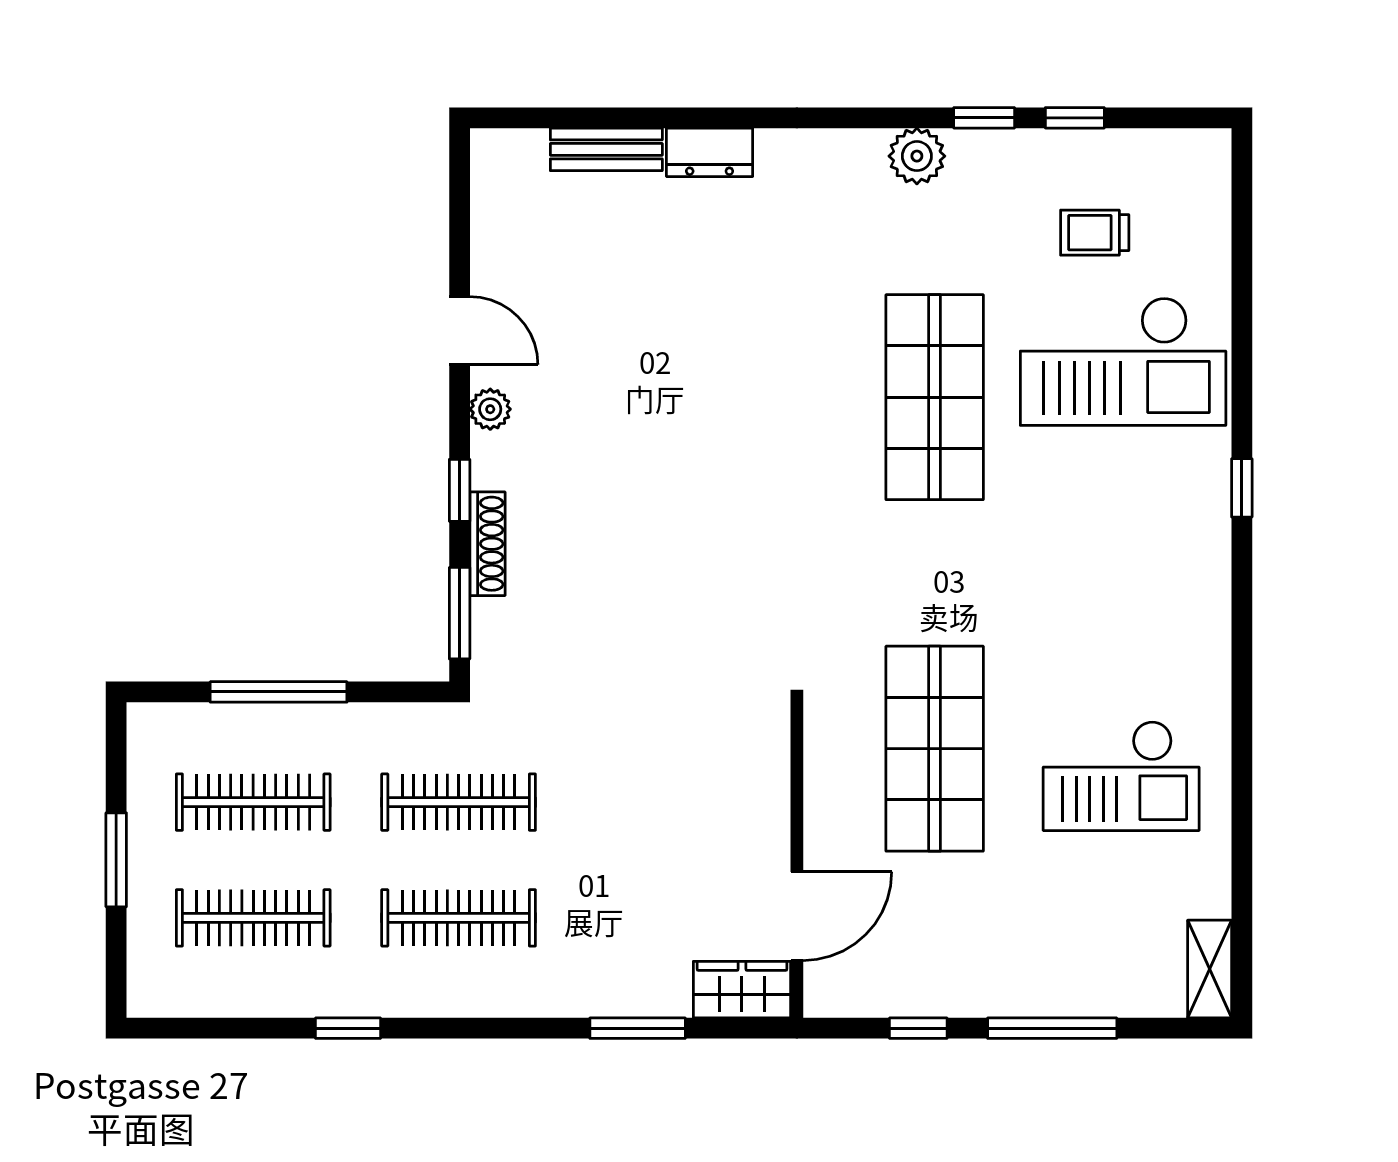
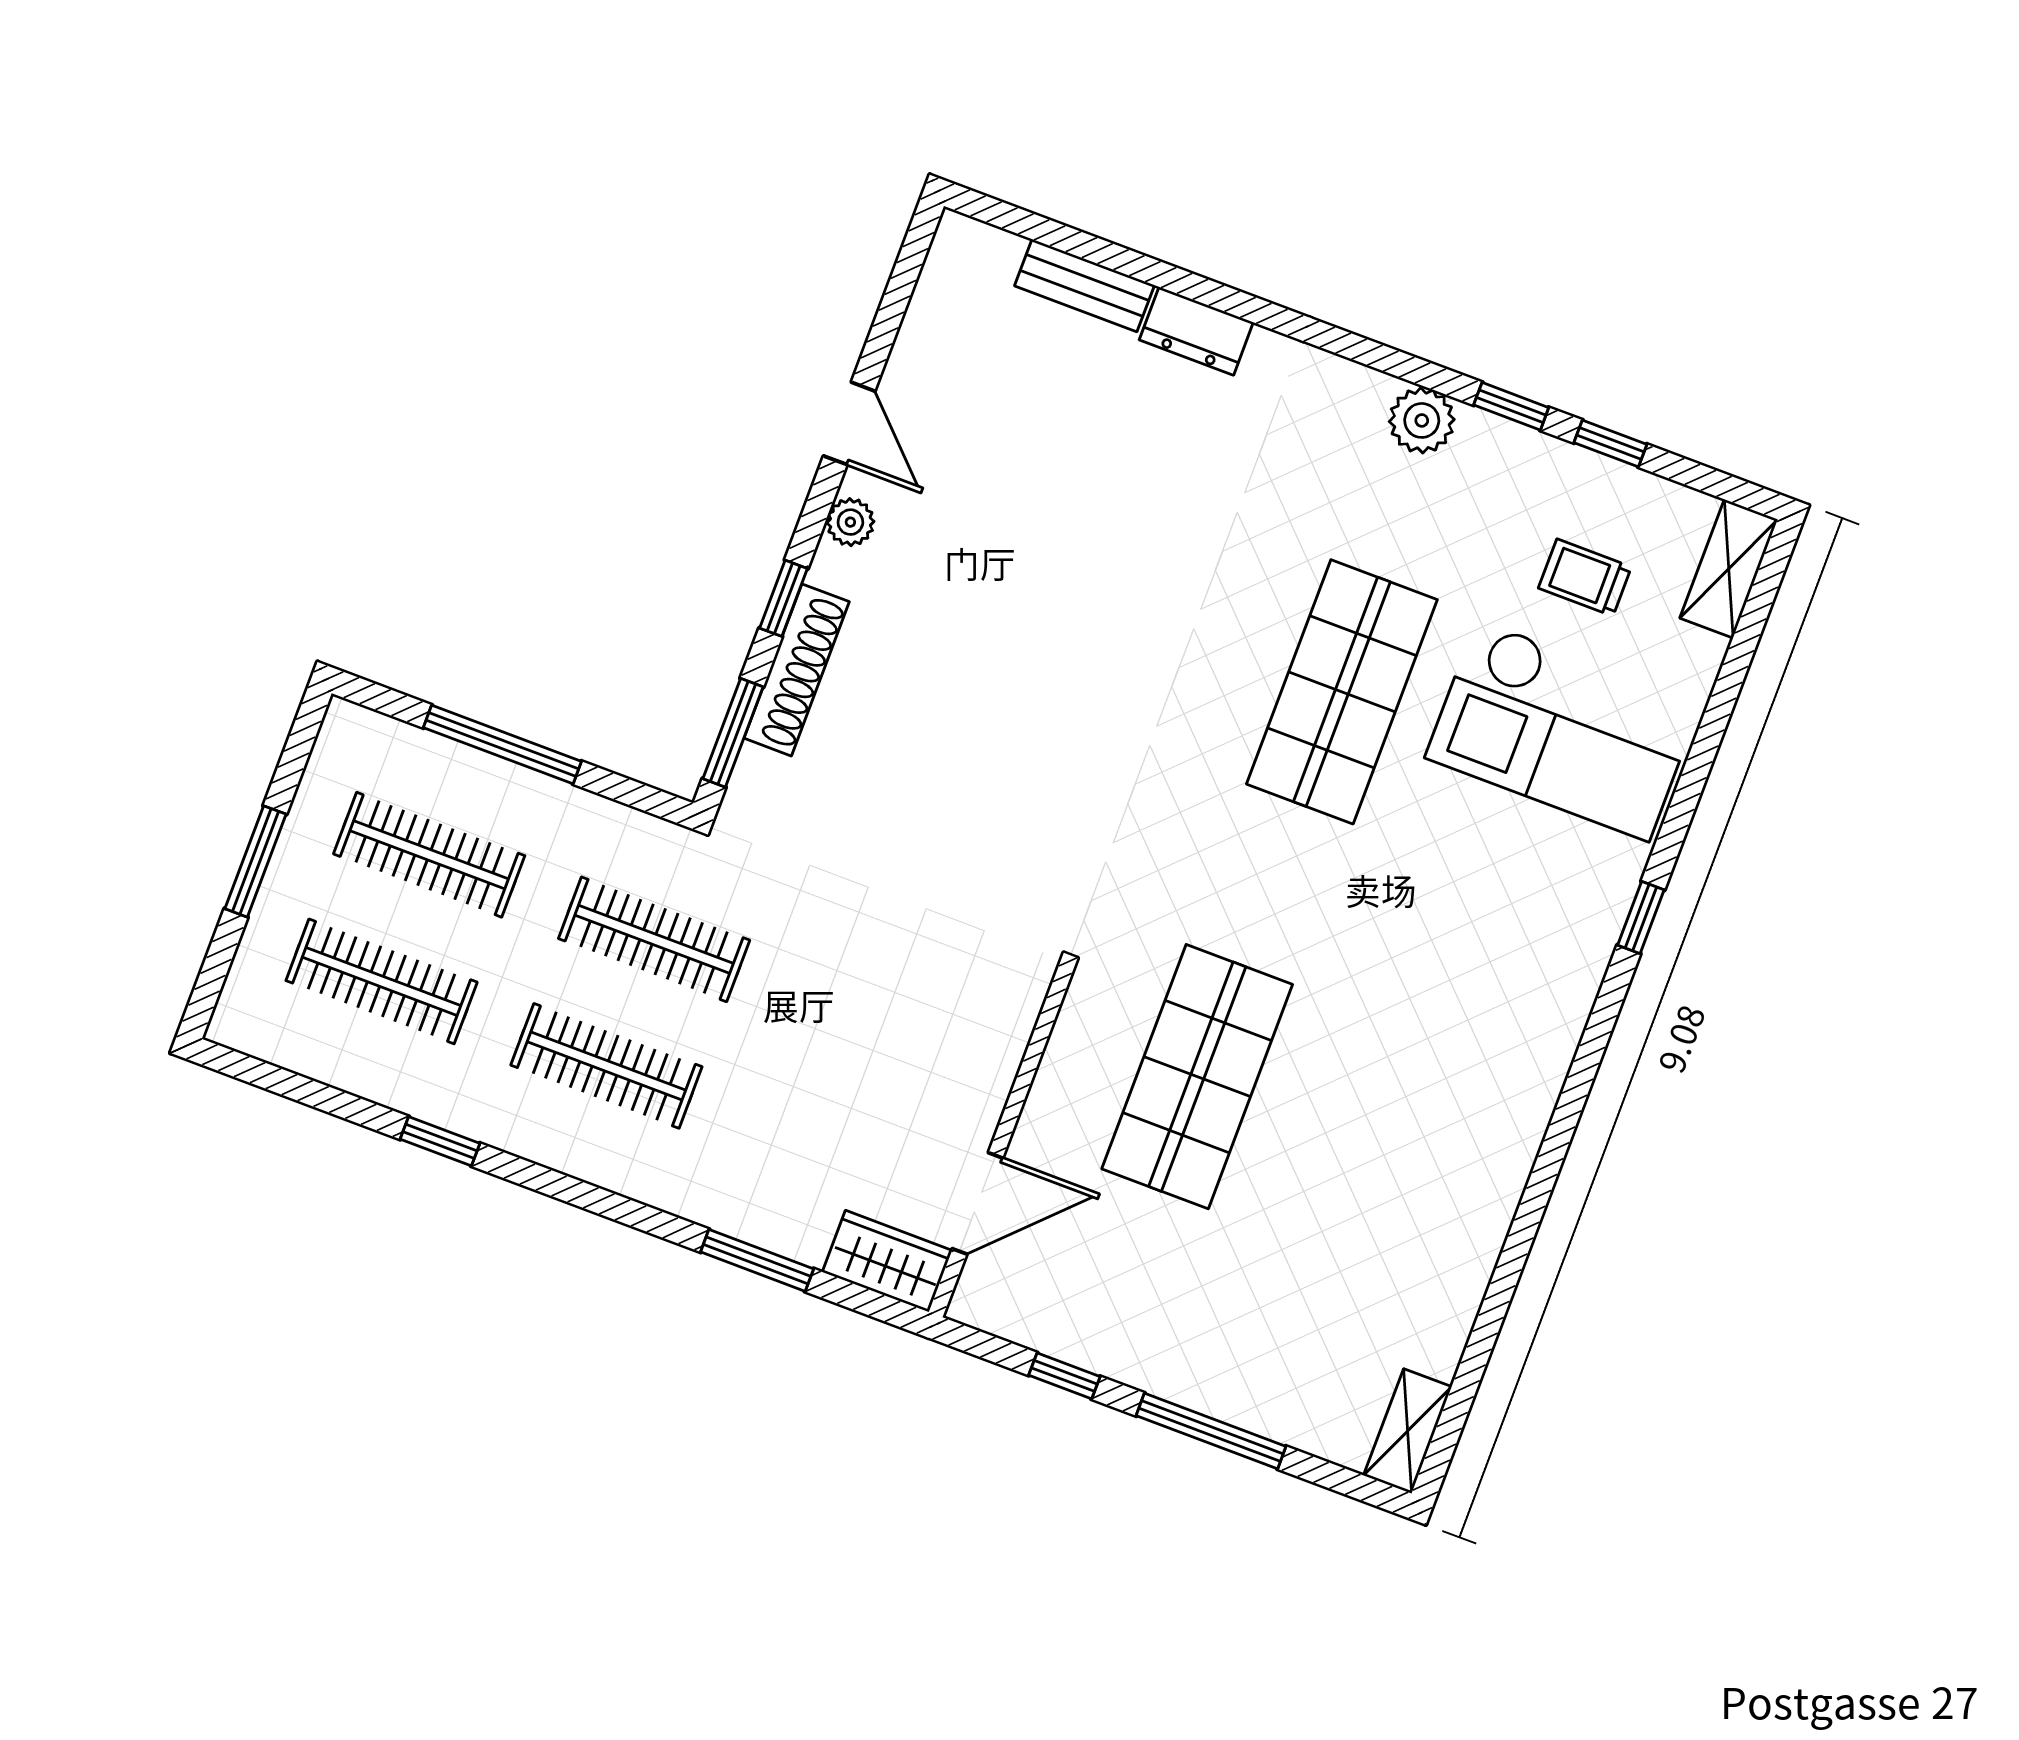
shelving: (1207, 182) -> (1729, 569), added
shoe rack: (487, 544) -> (797, 670), width x1.36, depth x1.24
checkout: (1121, 776) -> (1390, 1183), removed

